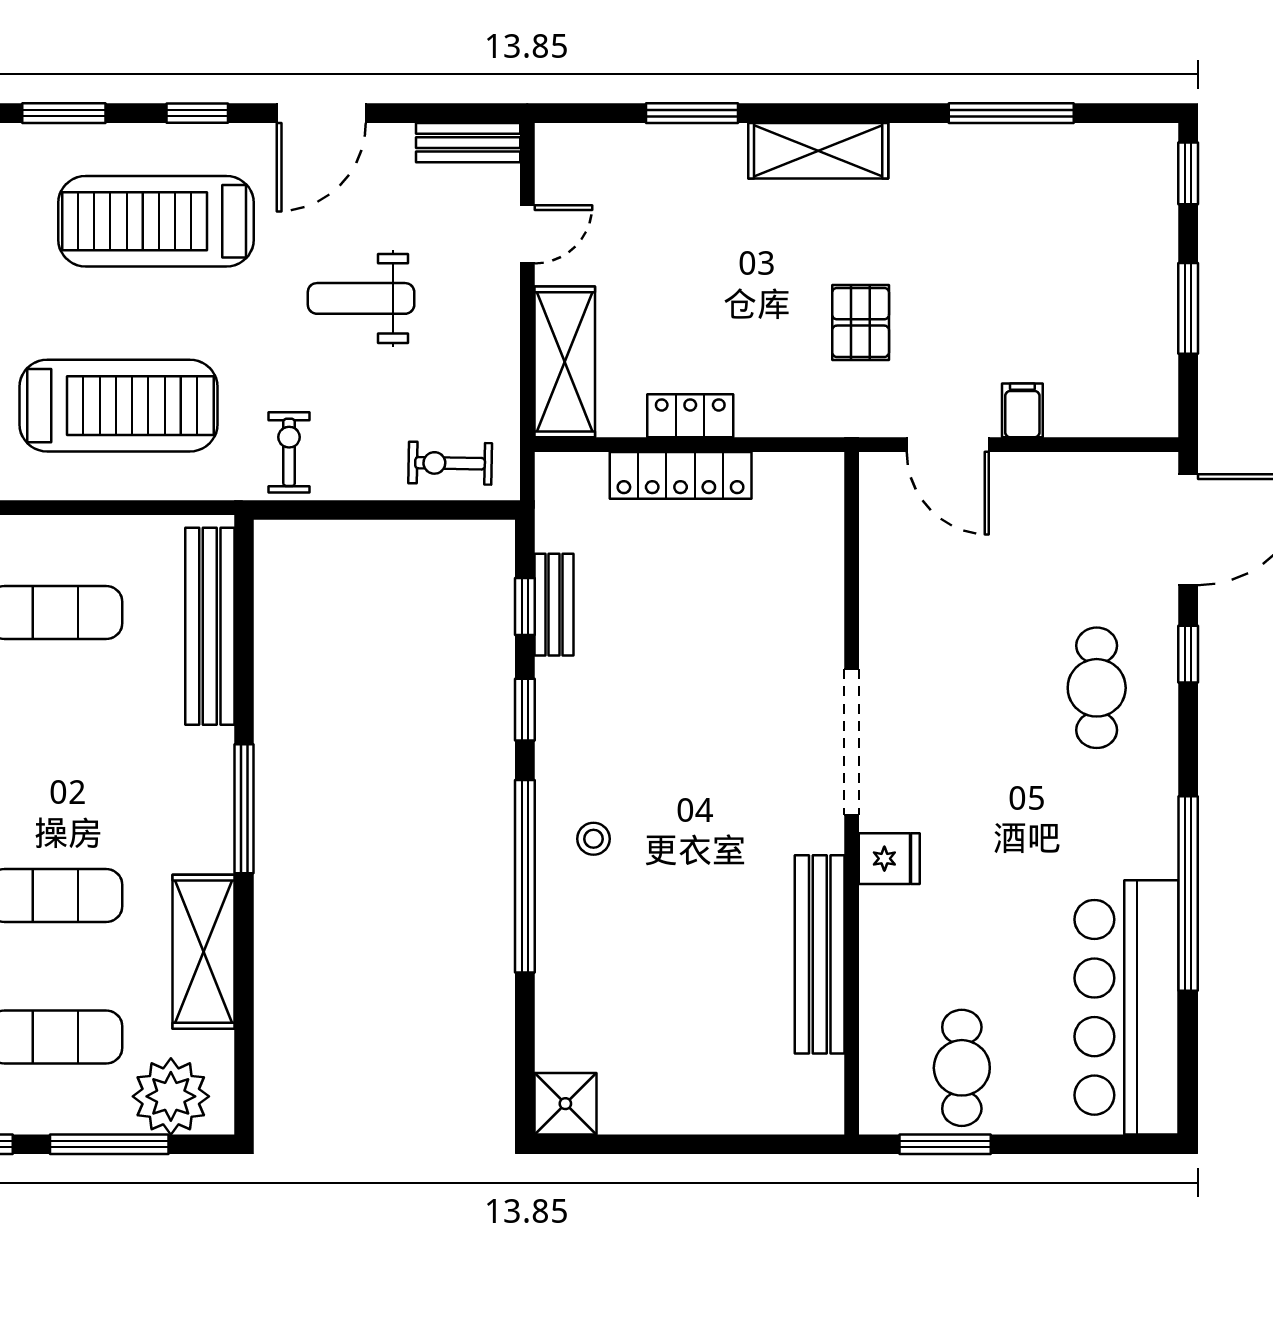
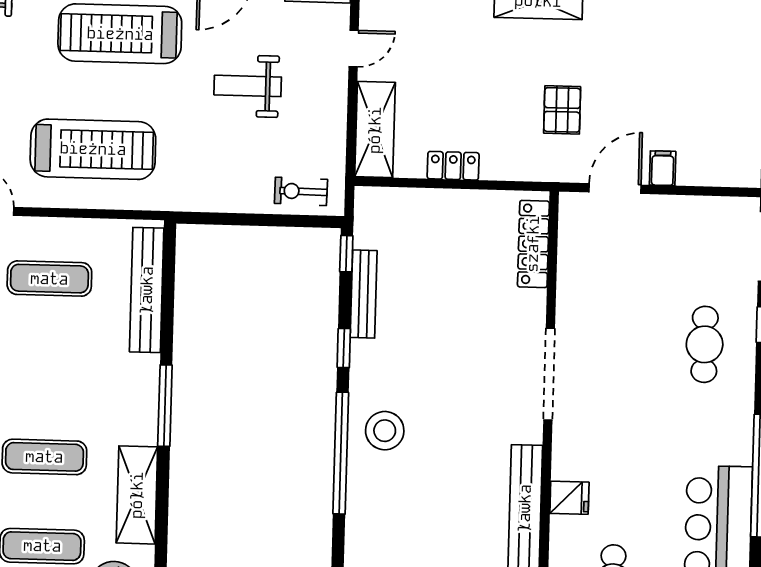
door: (948, 445) -> (615, 188), swing flipped
exercise bike: (289, 452) -> (200, 182), removed
locker: (681, 475) -> (533, 244), moved, turned 90
bench: (554, 605) -> (364, 294), width x1.36
window: (525, 607) -> (346, 254), moved
stool: (594, 839) -> (385, 431), width x1.89, depth x1.89
fridge: (889, 859) -> (569, 498), moved

